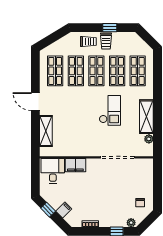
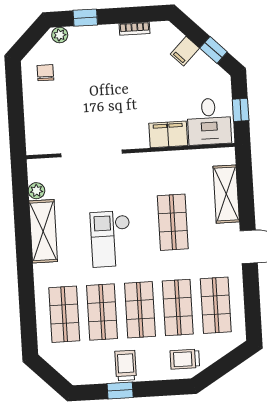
trolley: (88, 41) -> (185, 359), moved
shop shelf: (76, 117) -> (173, 222), added
window: (35, 176) -> (241, 110), added

